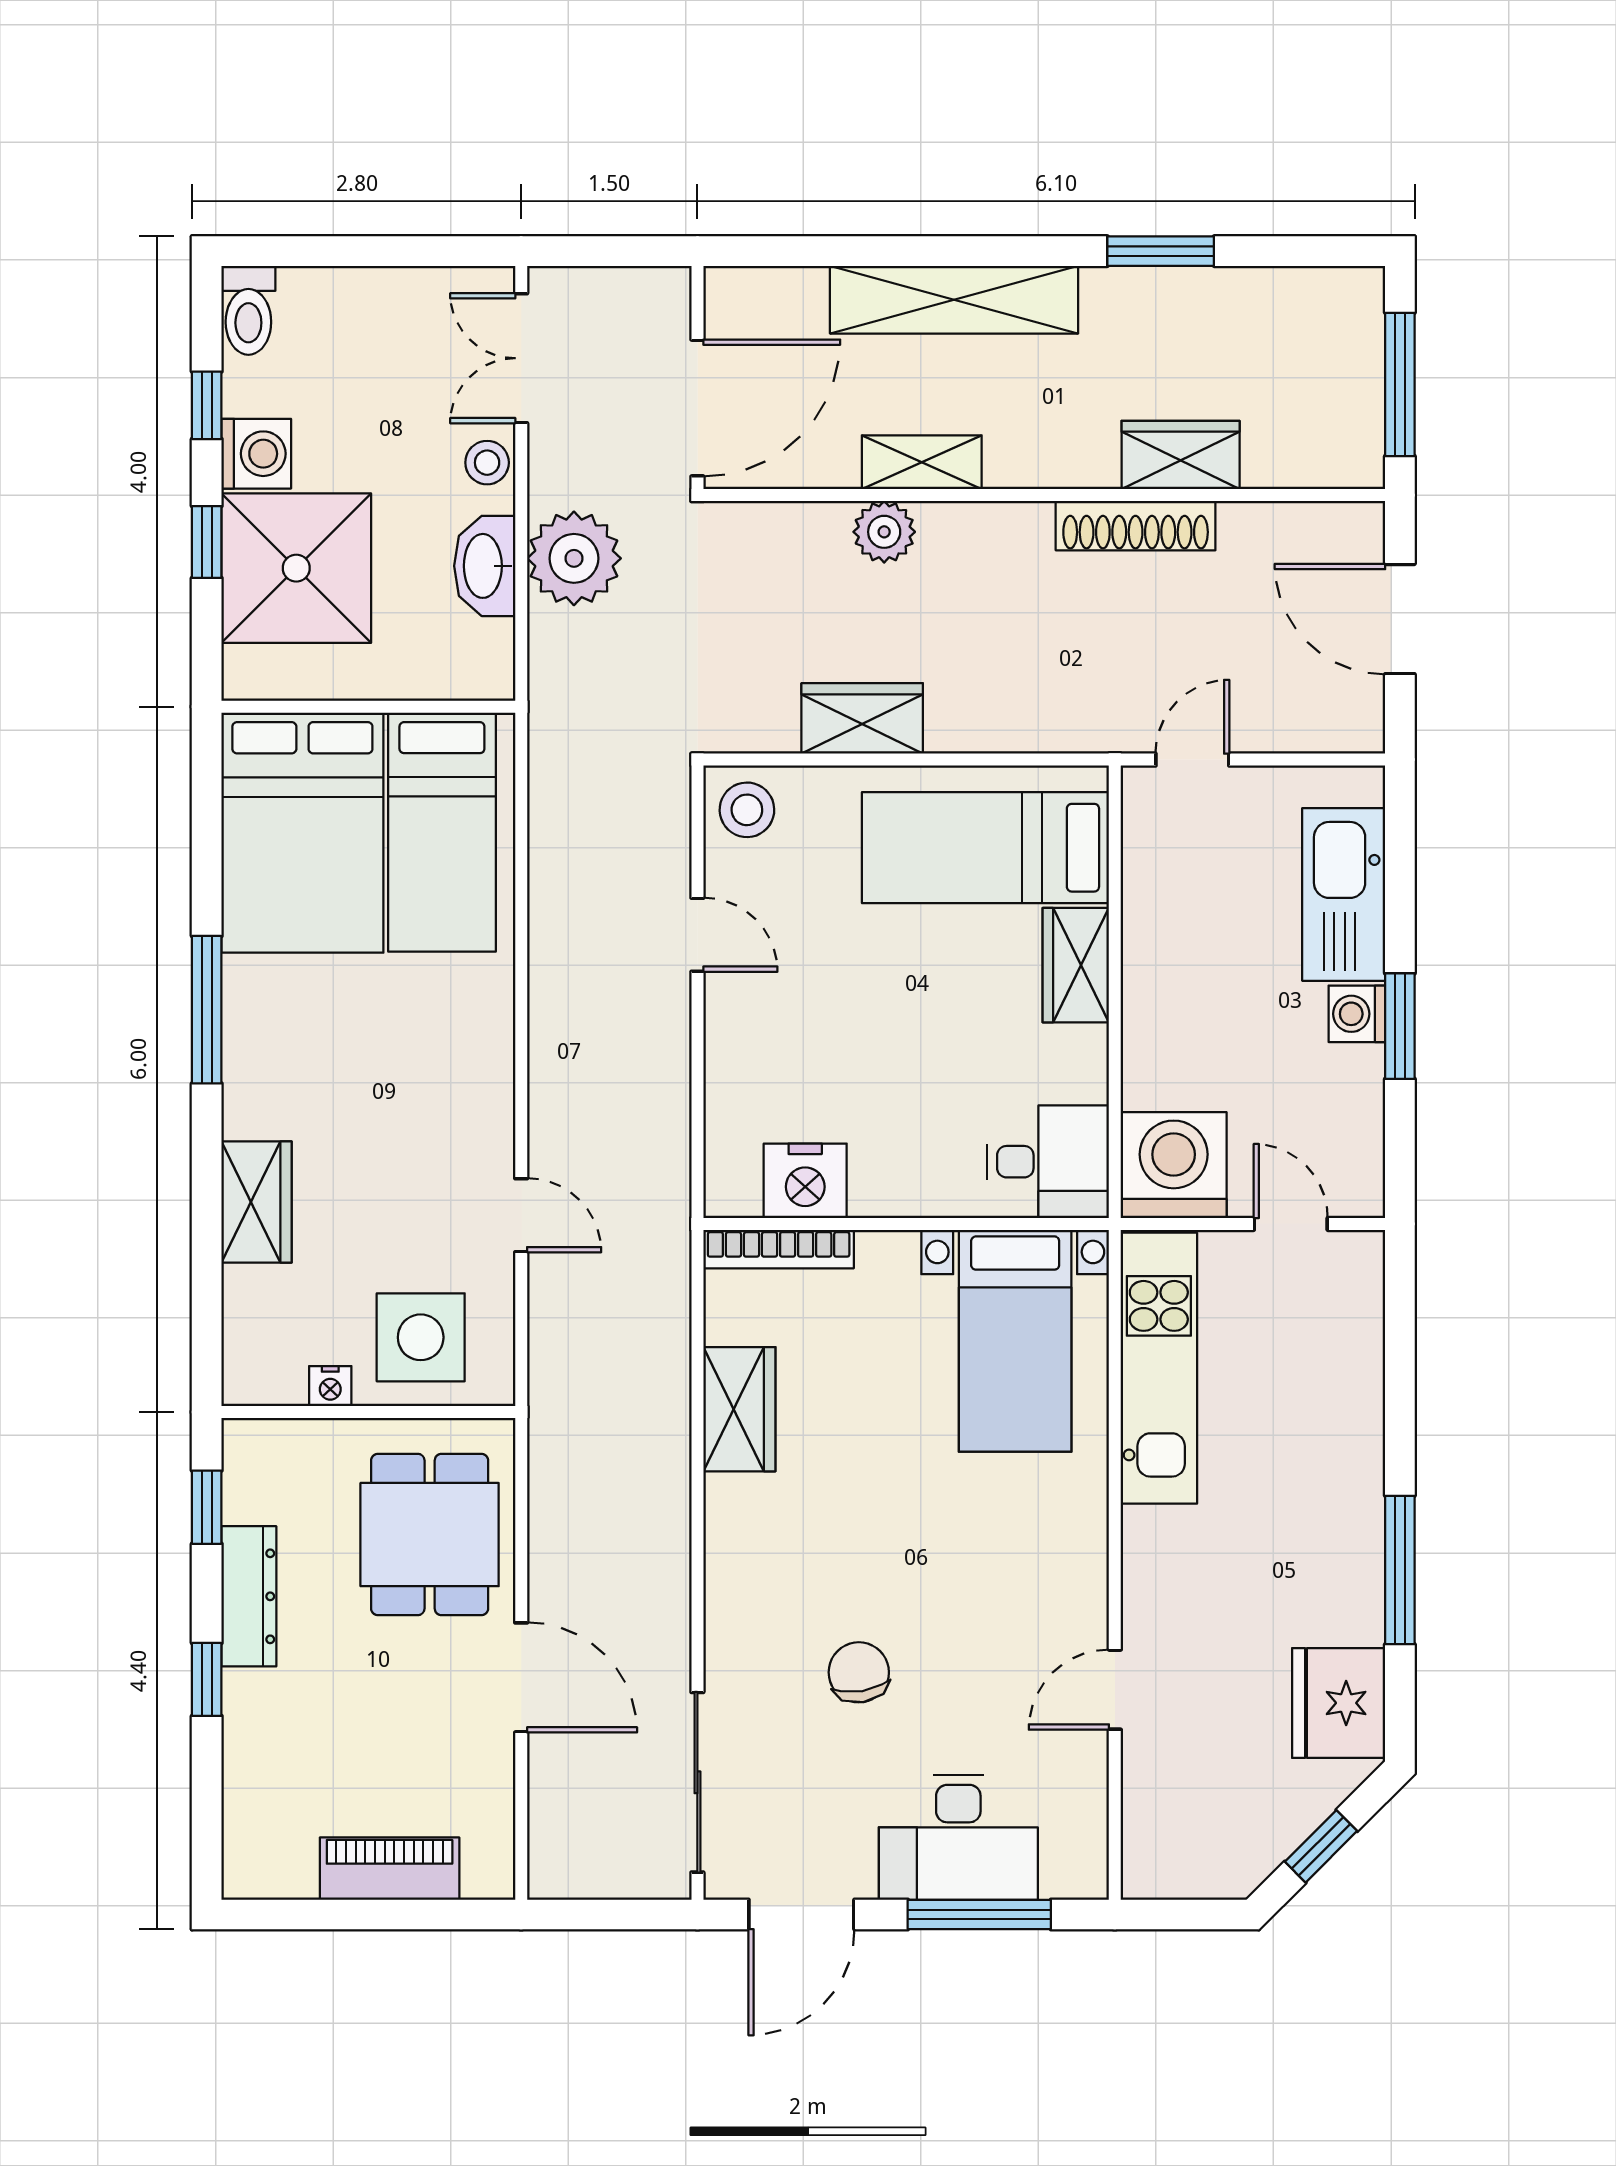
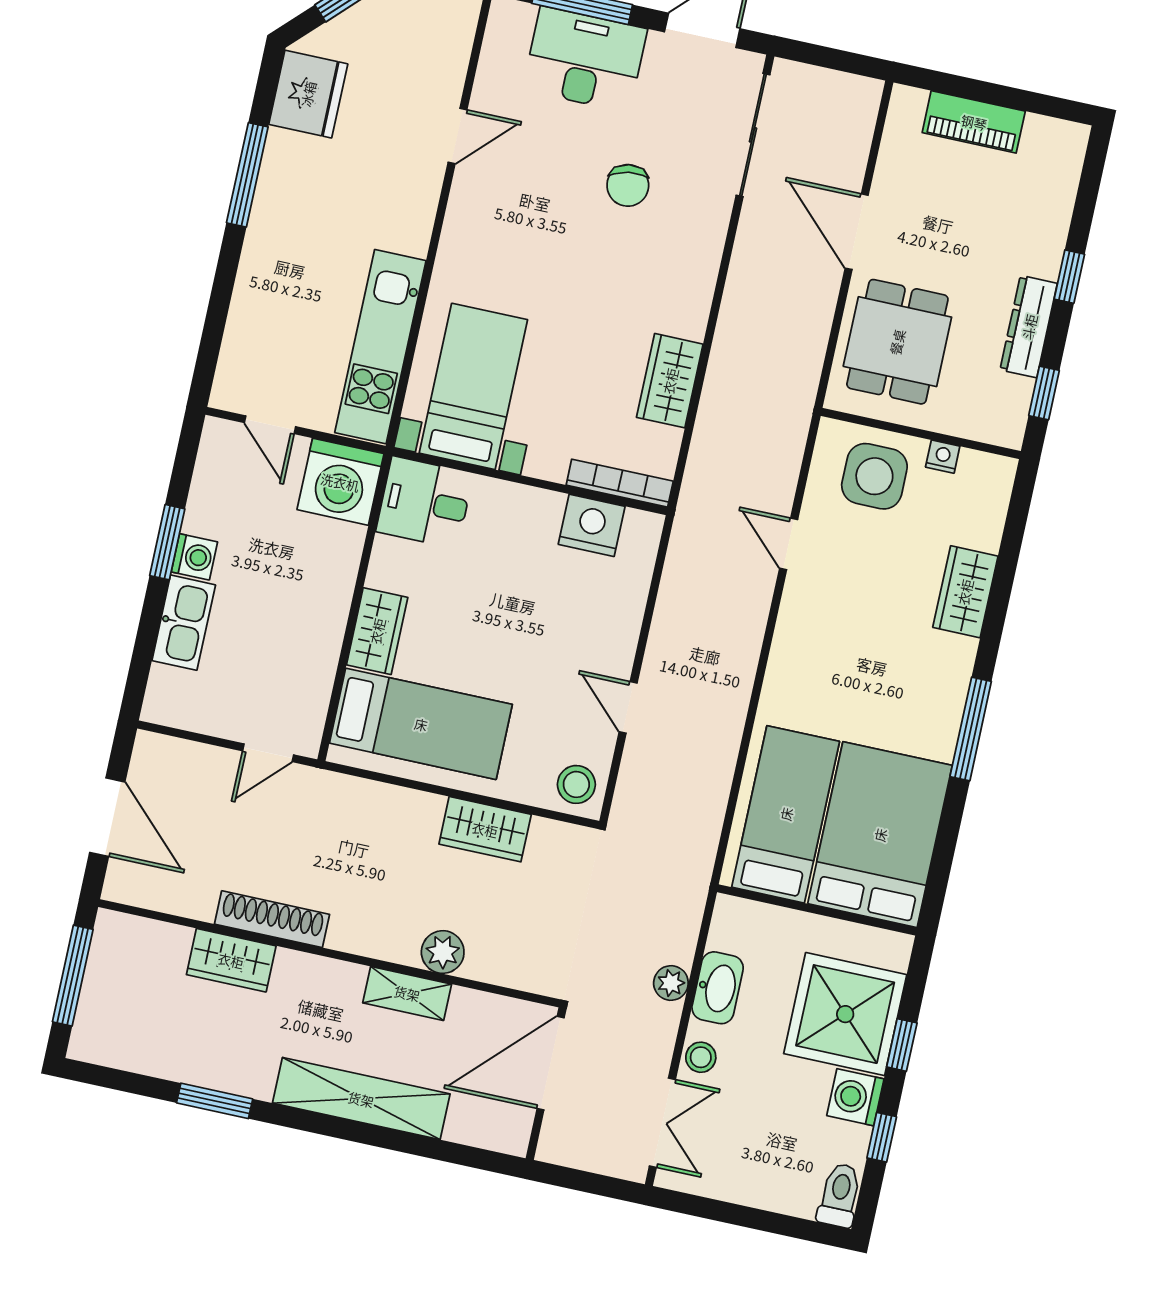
plant: (574, 558) -> (671, 983), width x0.53, depth x0.53
kitchen sink: (1344, 894) -> (184, 623), width x0.73, depth x0.81

